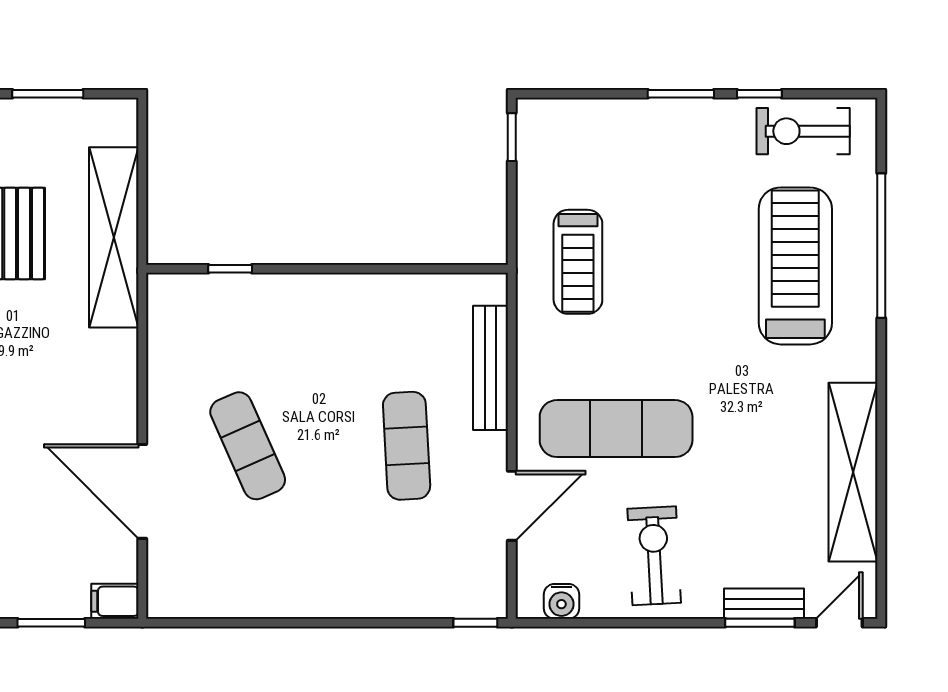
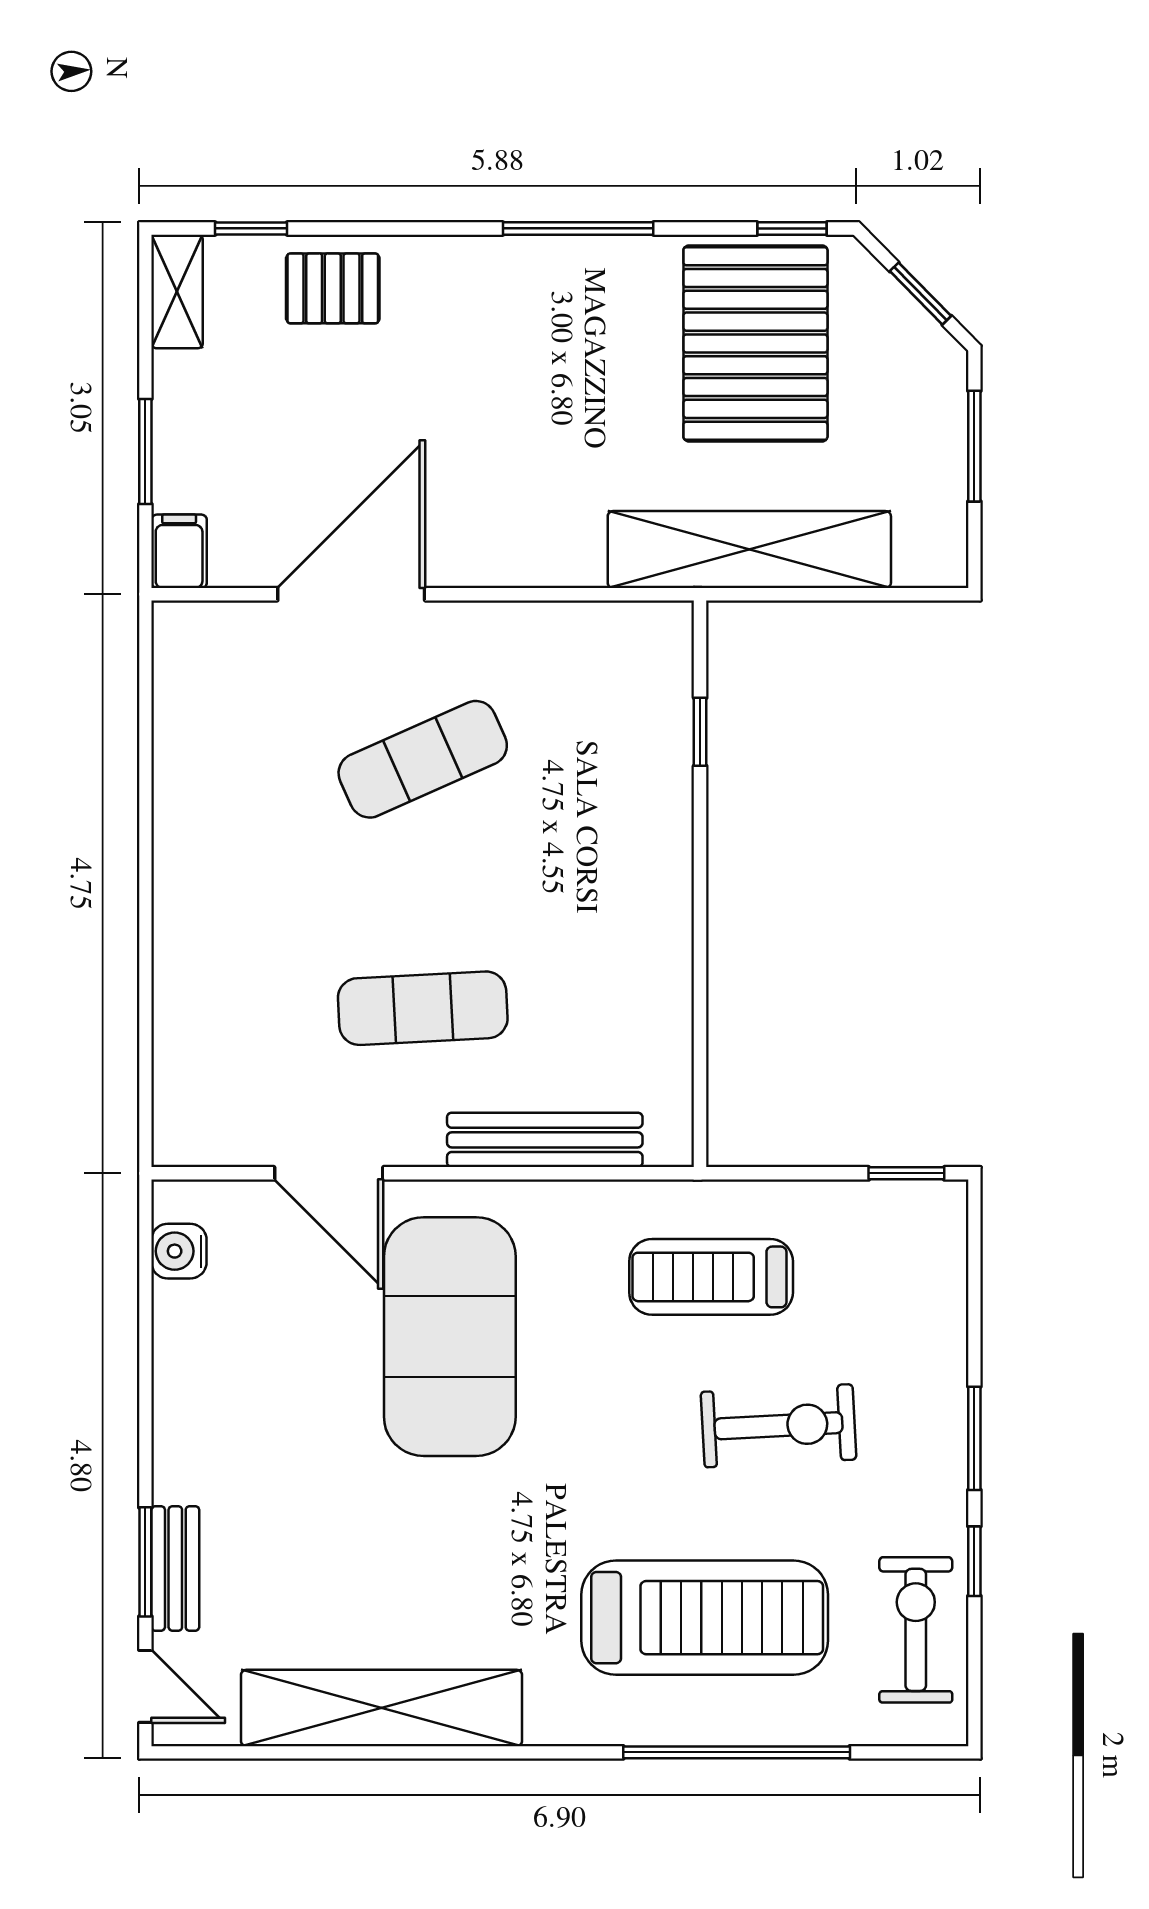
exercise mat: (616, 429) -> (450, 1337), width x1.47
exercise bike: (654, 556) -> (779, 1426), moved
window: (475, 623) -> (145, 1116), removed

